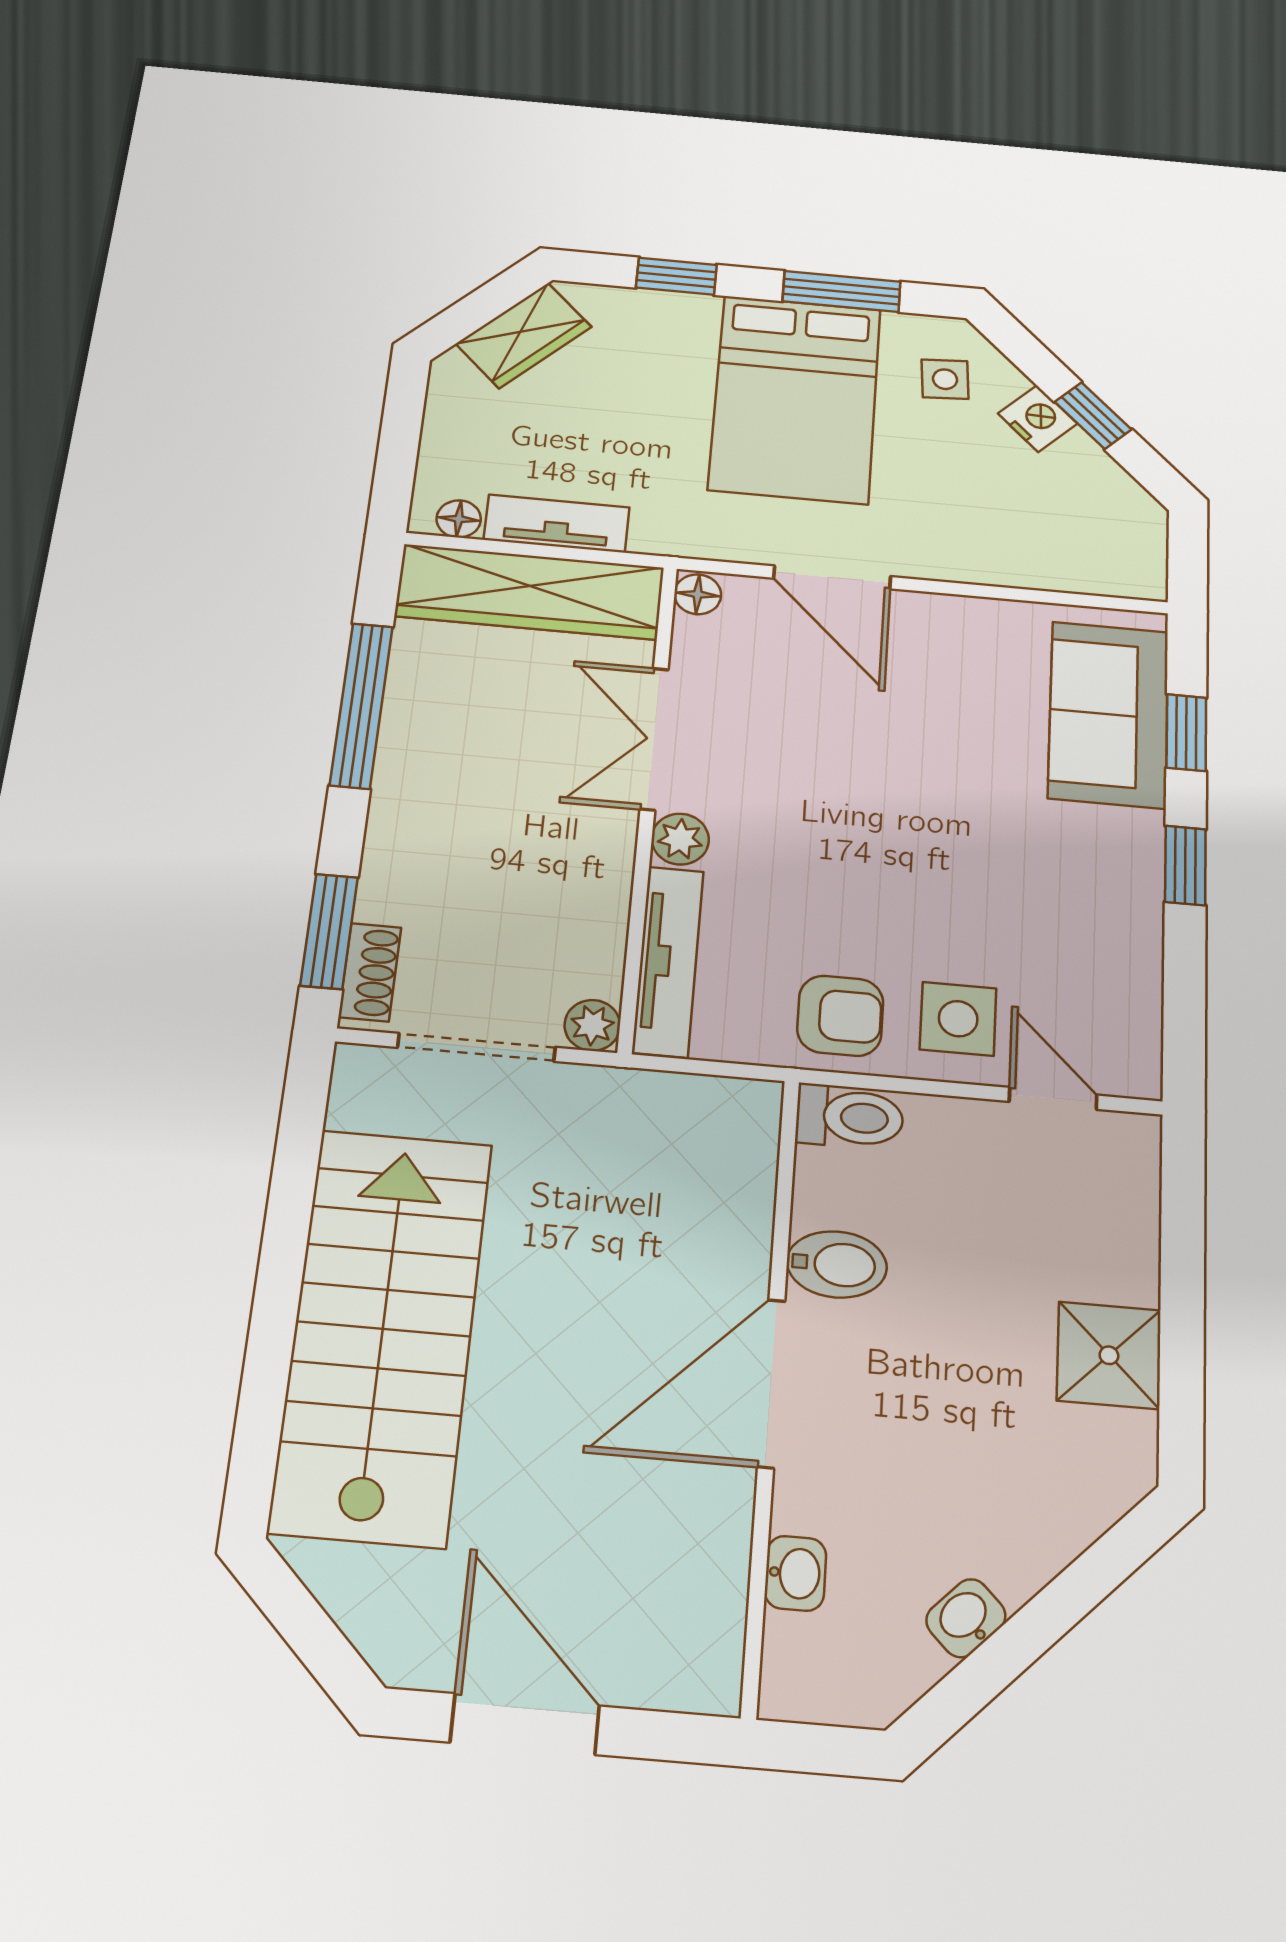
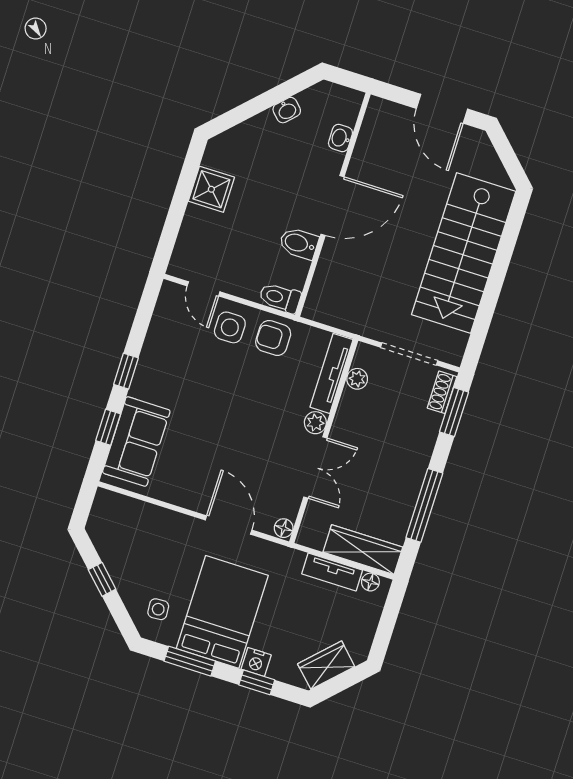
nightstand: (1038, 419) -> (256, 662), moved, turned -45
wardrobe: (530, 592) -> (363, 550), width x0.71, depth x0.85
plant: (592, 1025) -> (357, 379), moved

